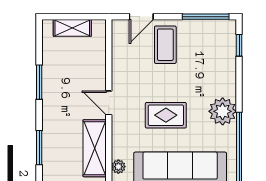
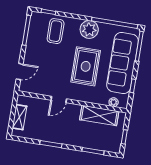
door: (141, 17) -> (20, 72), hinge flipped
coffee table: (165, 45) -> (56, 31), moved, turned 90
door: (109, 103) -> (59, 100), moved
rug: (166, 115) -> (86, 66), width x1.36, depth x1.43

